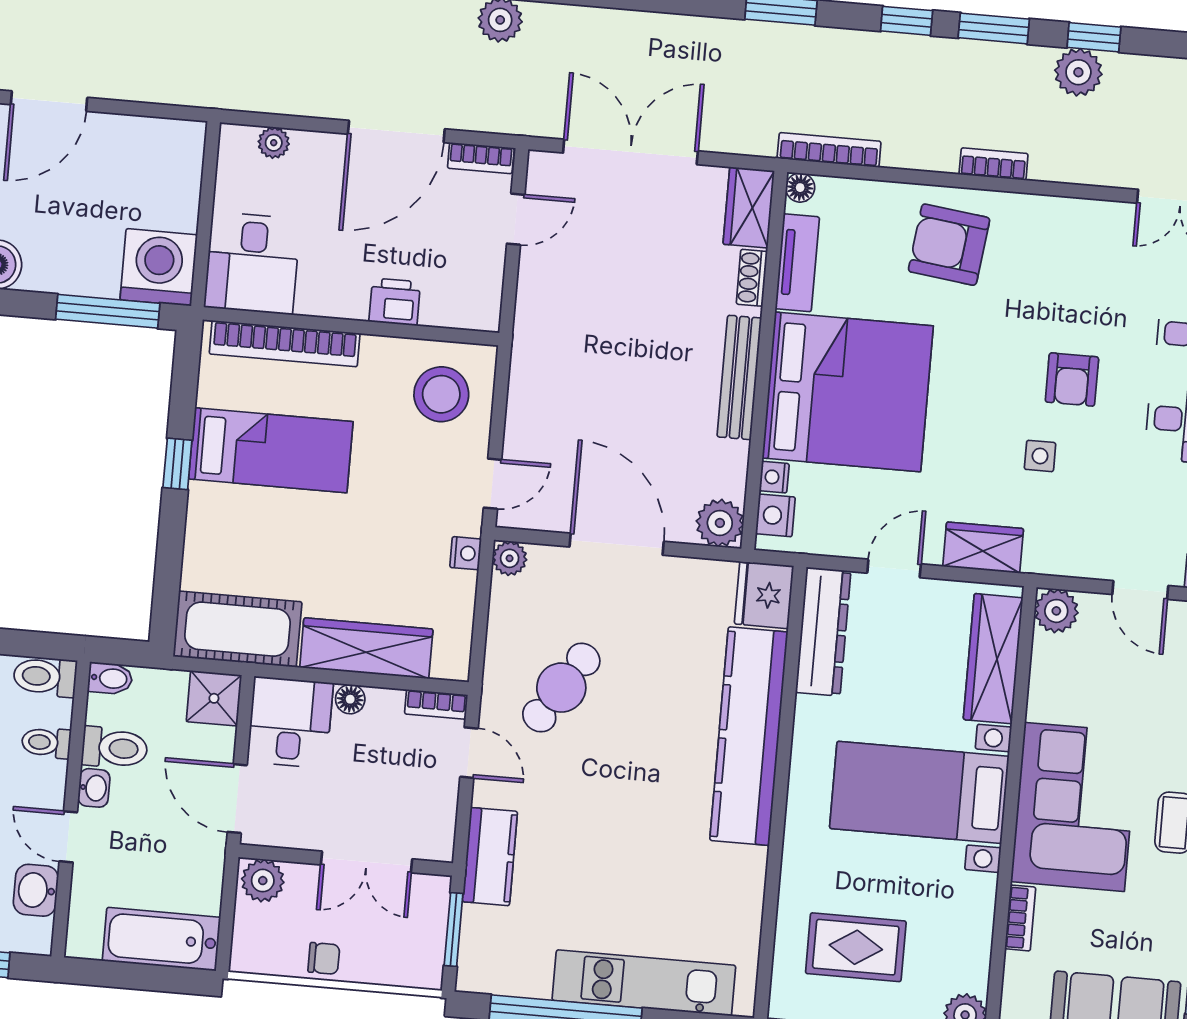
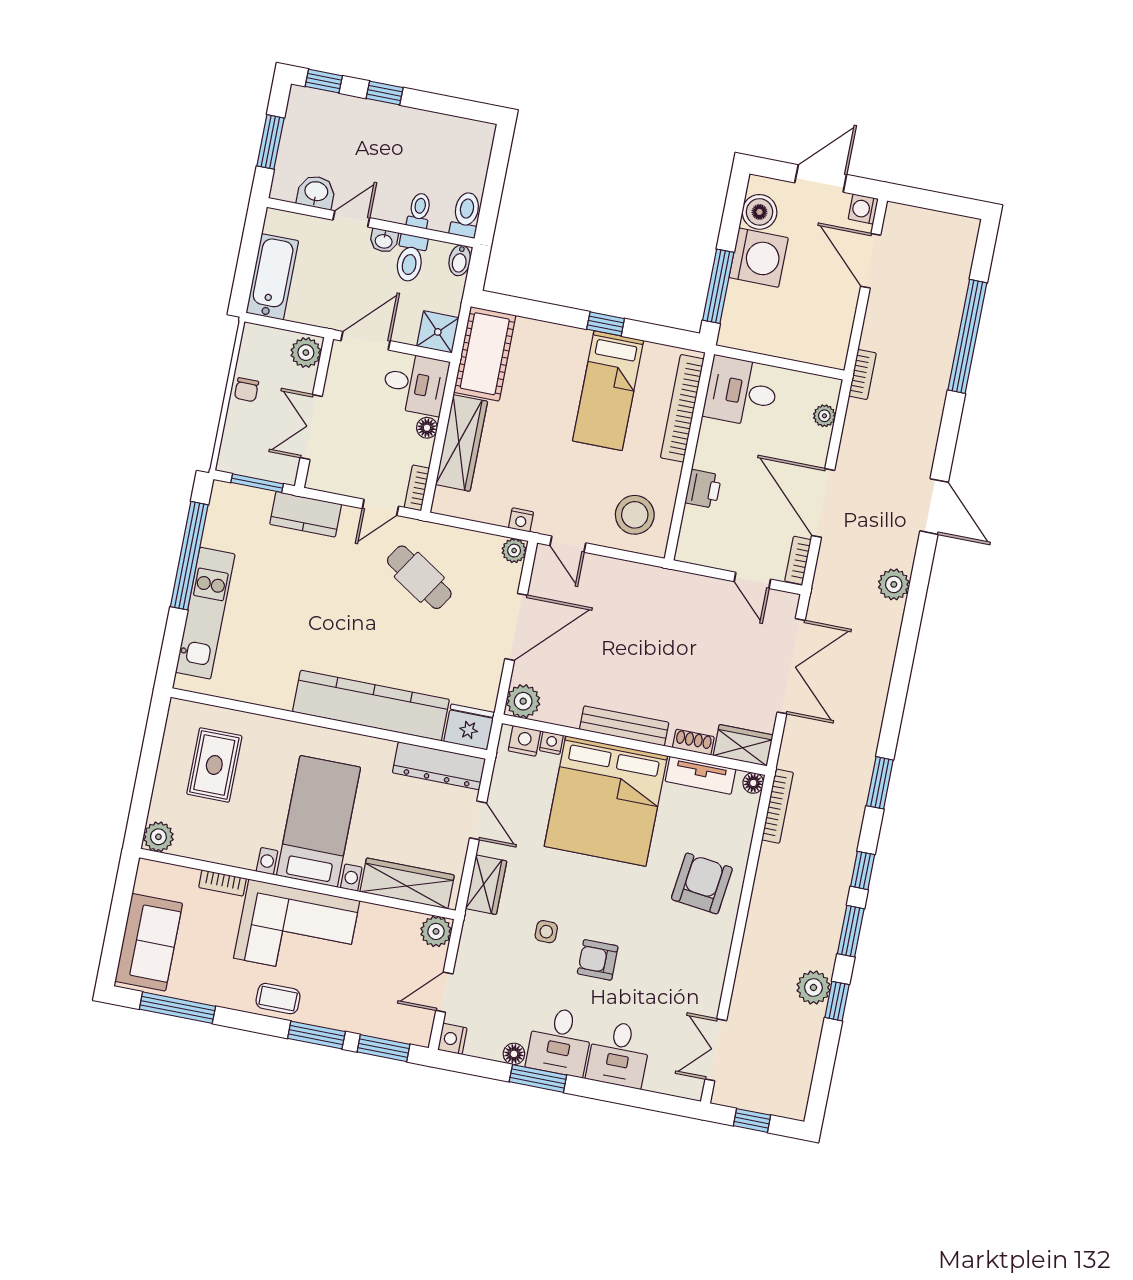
bookcase: (994, 164) -> (862, 374), moved
washing machine: (159, 267) -> (759, 258), moved

